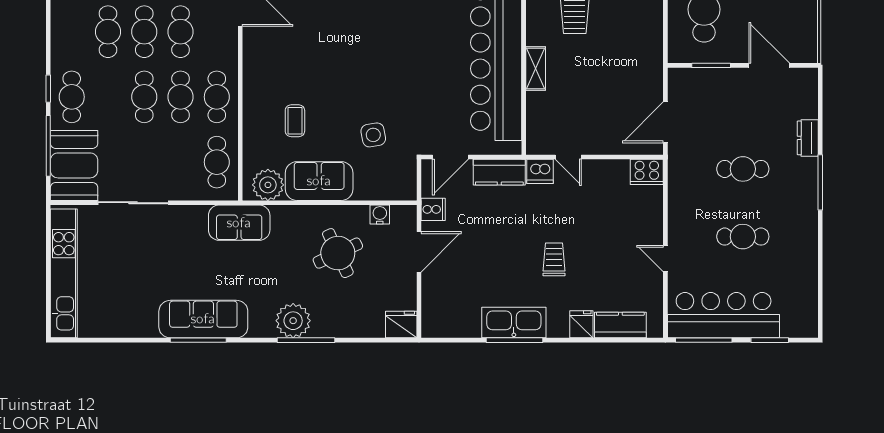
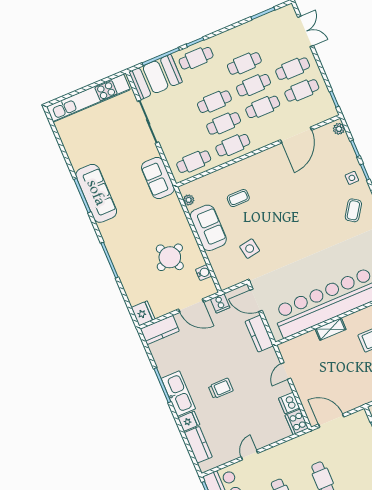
dishwasher: (540, 171) -> (289, 403), moved
plant: (268, 185) -> (189, 200), width x0.53, depth x0.53
sofa: (239, 223) -> (158, 178), moved
kitchen counter: (435, 311) -> (160, 330), added
plant: (293, 321) -> (118, 248), removed
kitchen sink: (514, 323) -> (178, 394), moved

